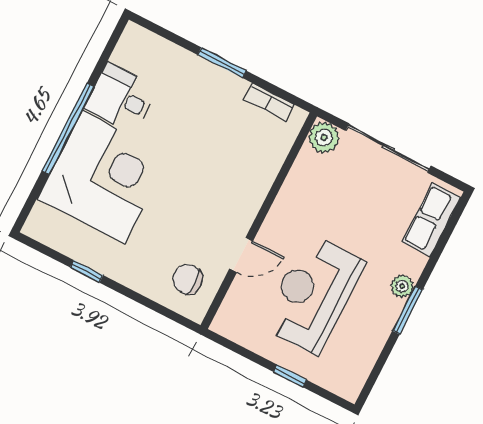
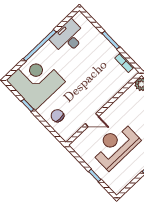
desk: (121, 98) -> (68, 37), width x1.37
corner desk: (103, 177) -> (36, 81), moved, turned -90
chair: (188, 279) -> (57, 116), moved

